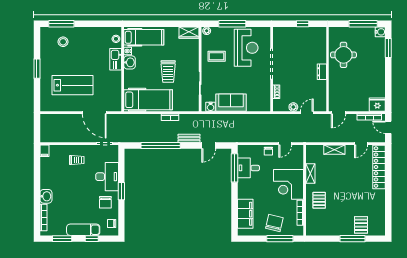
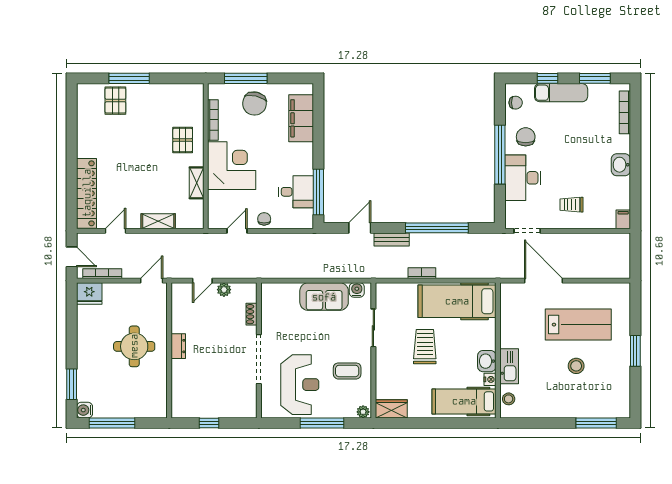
stool: (63, 42) -> (576, 366), moved
reception desk: (246, 48) -> (300, 385), turned 180
round table: (343, 55) -> (134, 346), moved
lab bench: (73, 85) -> (578, 325), turned 180
window: (121, 191) -> (500, 155), width x2.11
washbasin: (46, 196) -> (621, 165), moved

